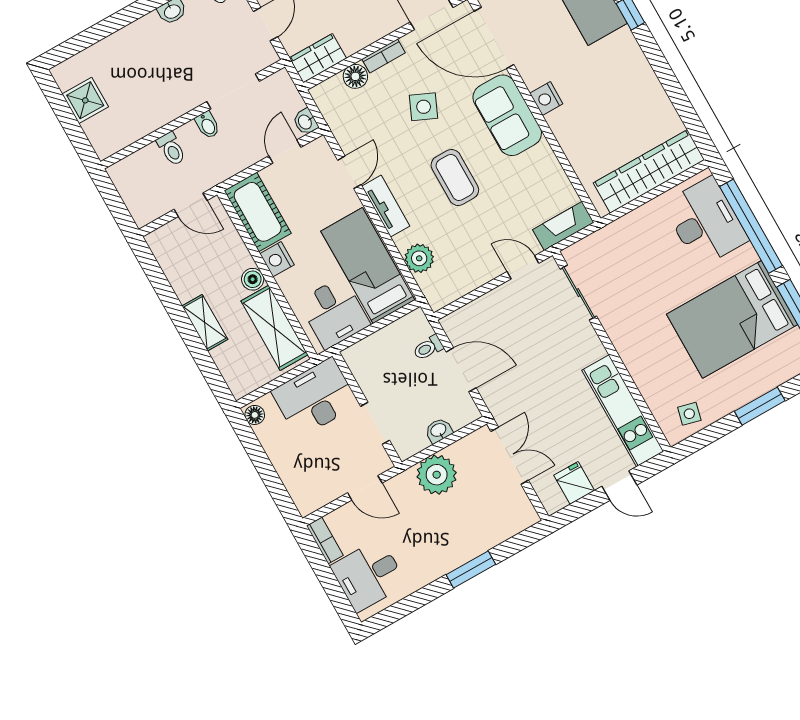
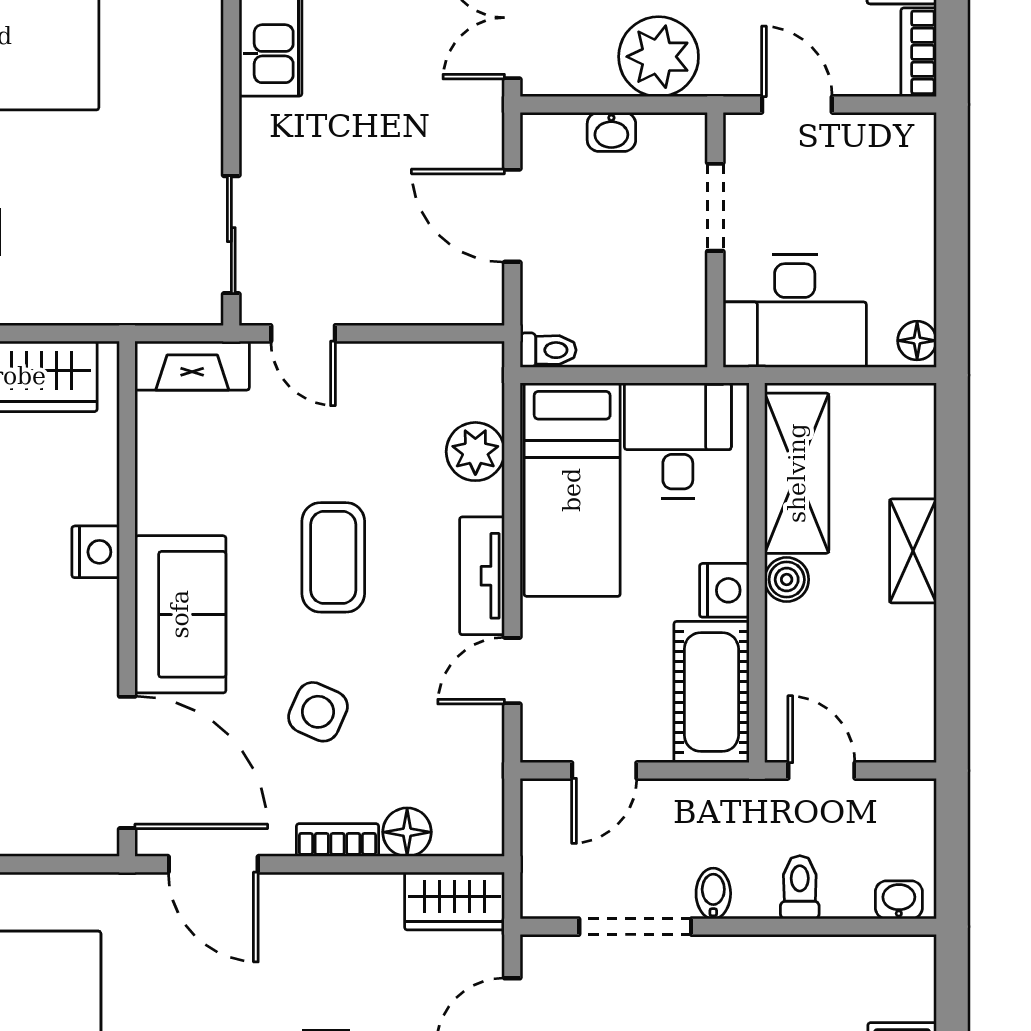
nightstand: (546, 99) -> (96, 552), moved
washbasin: (305, 122) -> (899, 900), moved, turned -90
toilet: (428, 348) -> (548, 350), moved

